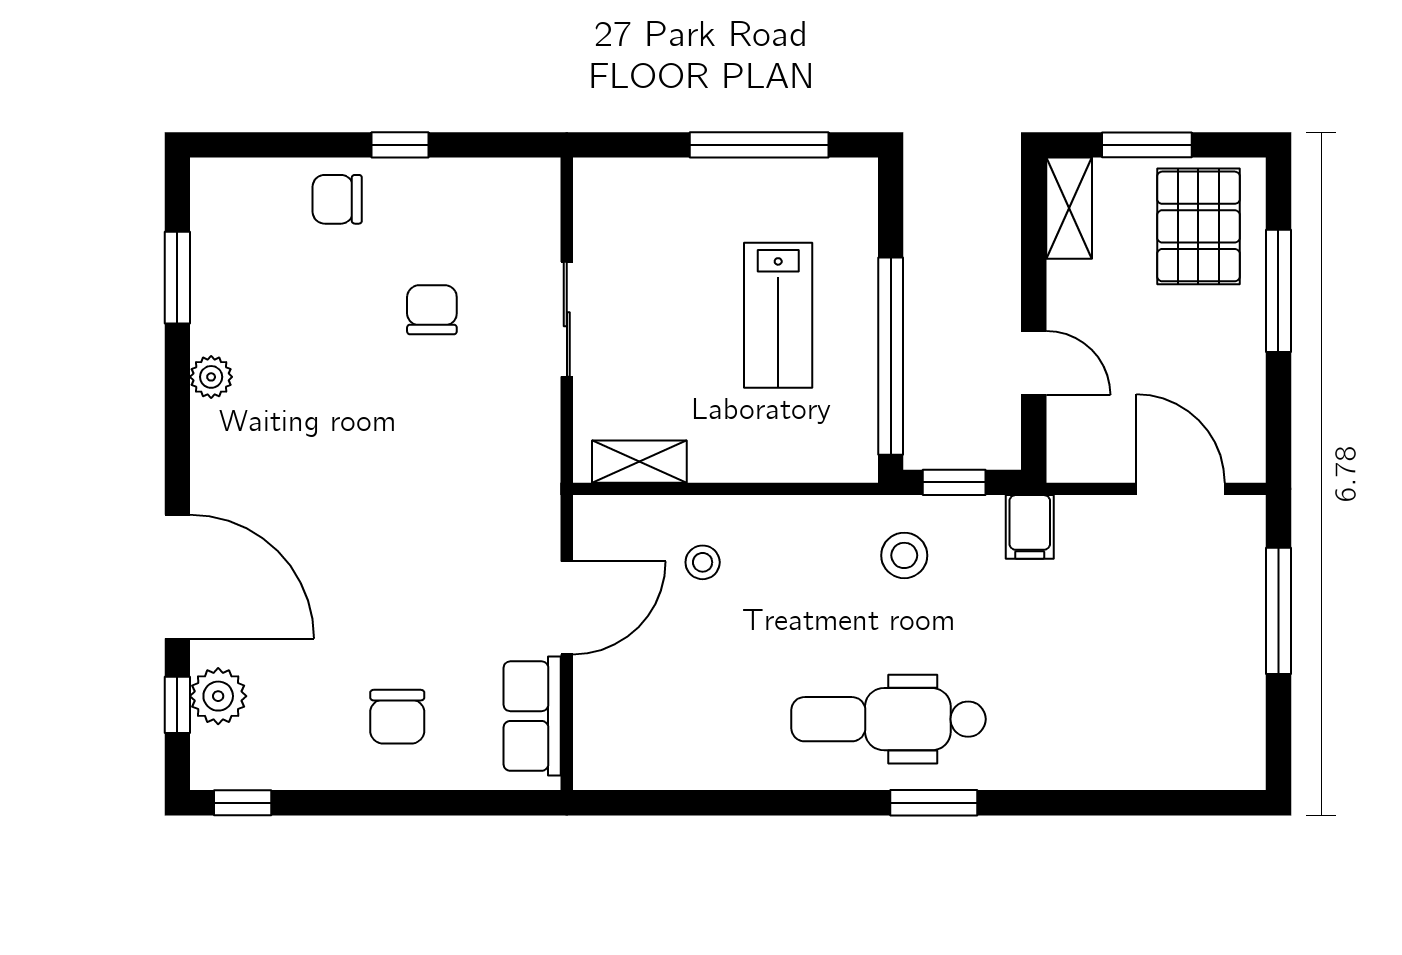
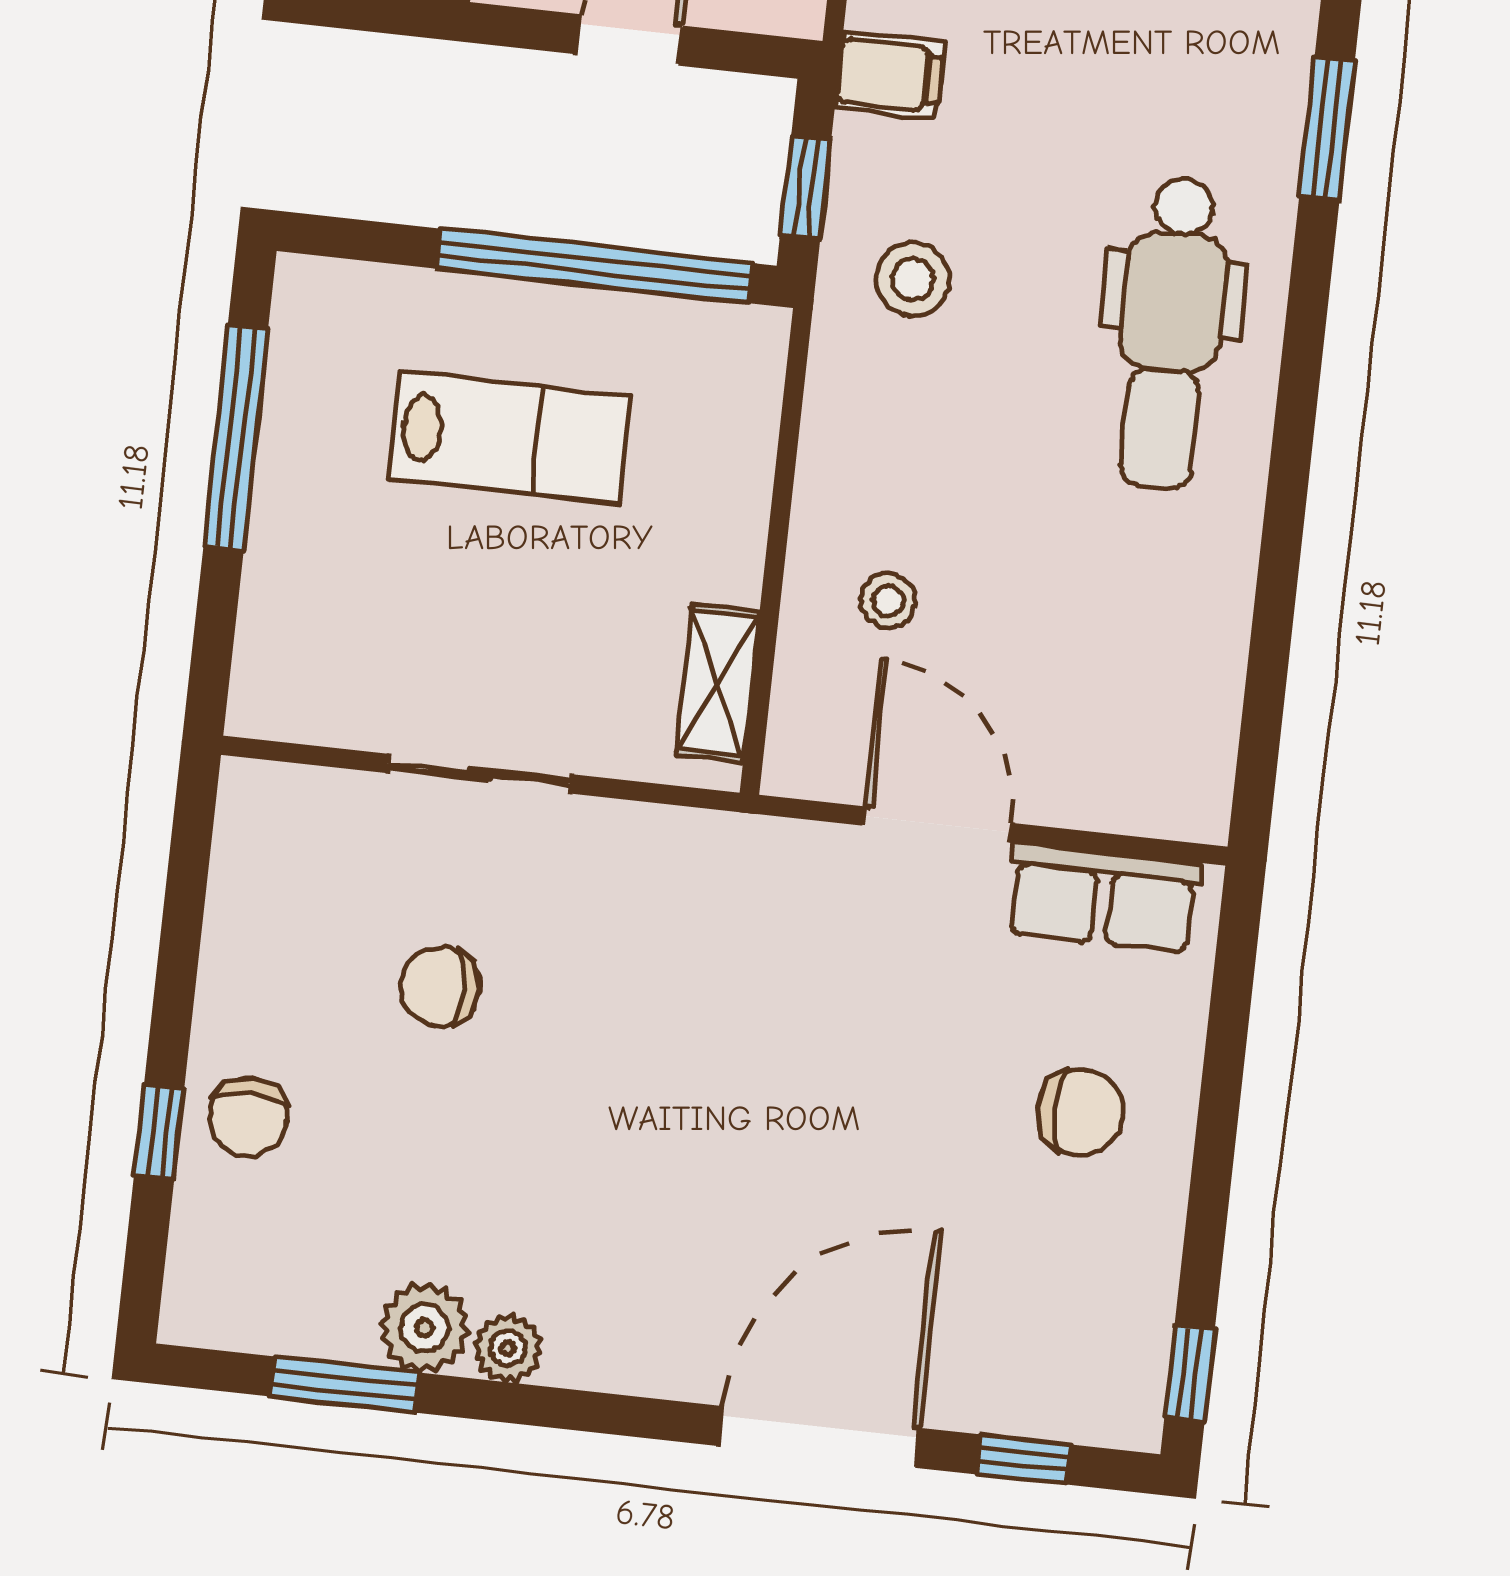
window: (400, 145) -> (159, 1132), moved
plant: (218, 696) -> (425, 1328), moved
window: (934, 803) -> (1327, 129), moved

